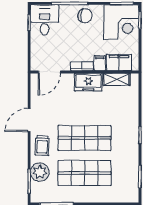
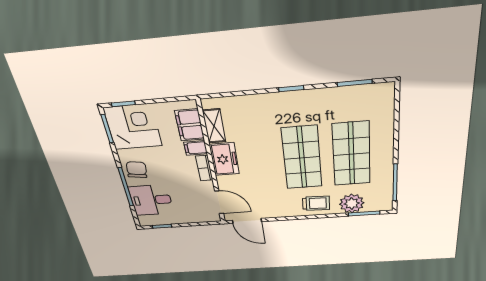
desk: (45, 20) -> (151, 200), moved
door: (29, 120) -> (247, 221), moved

